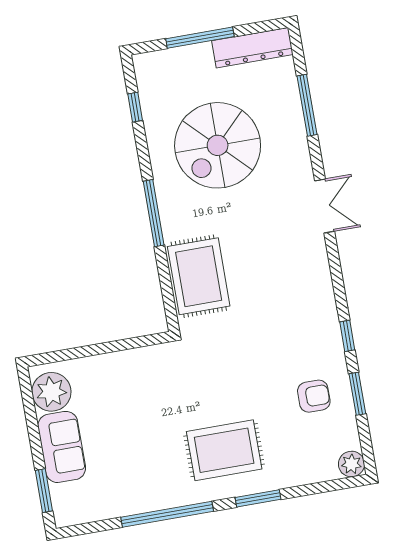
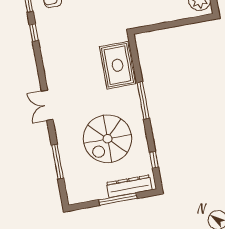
dresser: (252, 48) -> (129, 186), moved
spiral stairs: (218, 145) -> (108, 139), turned 180

